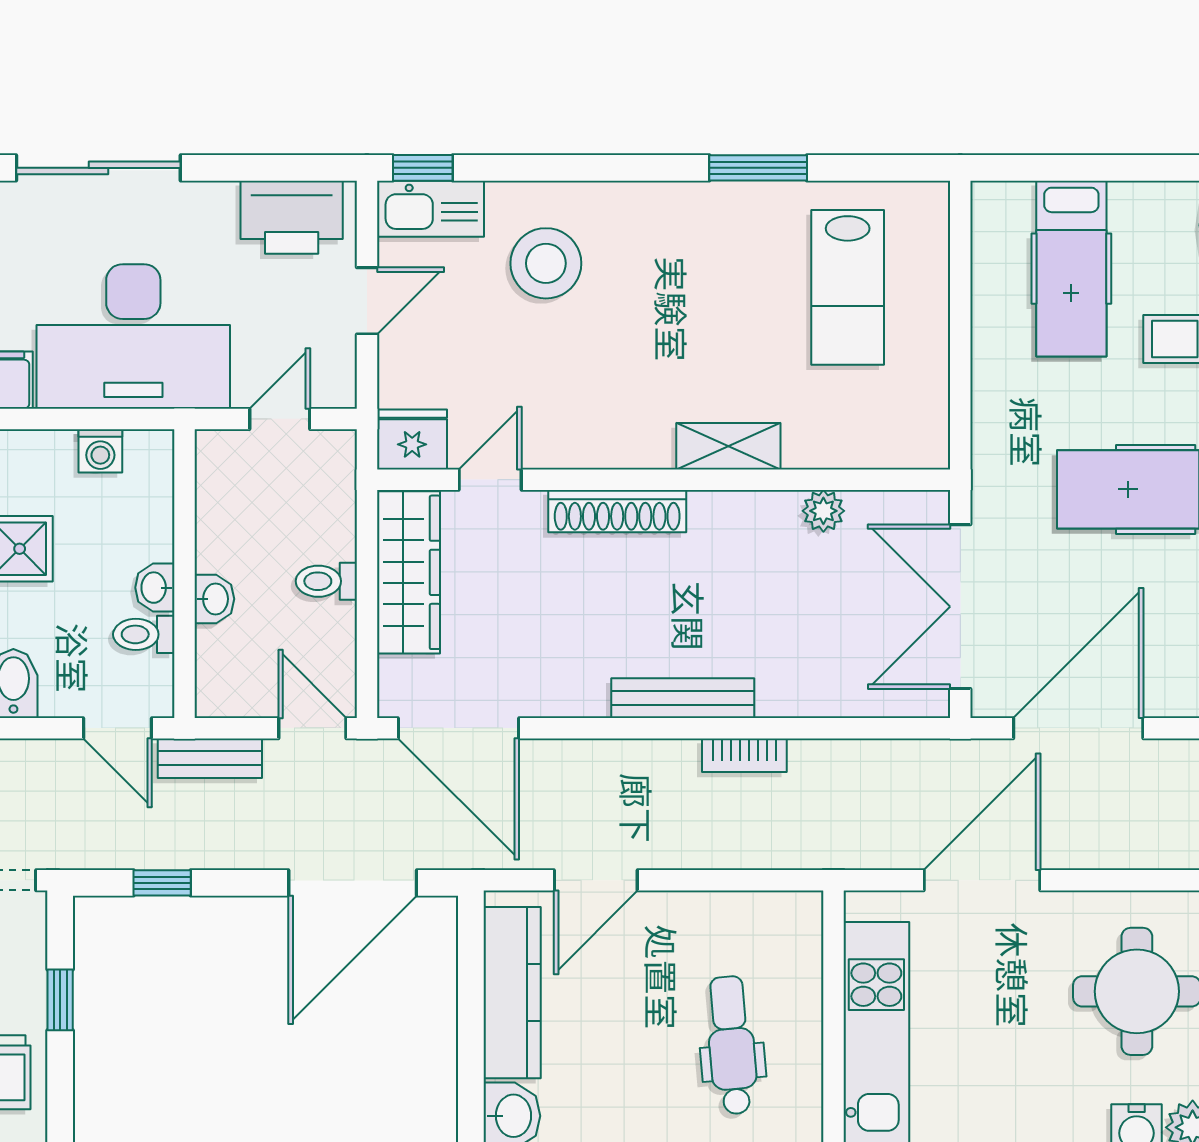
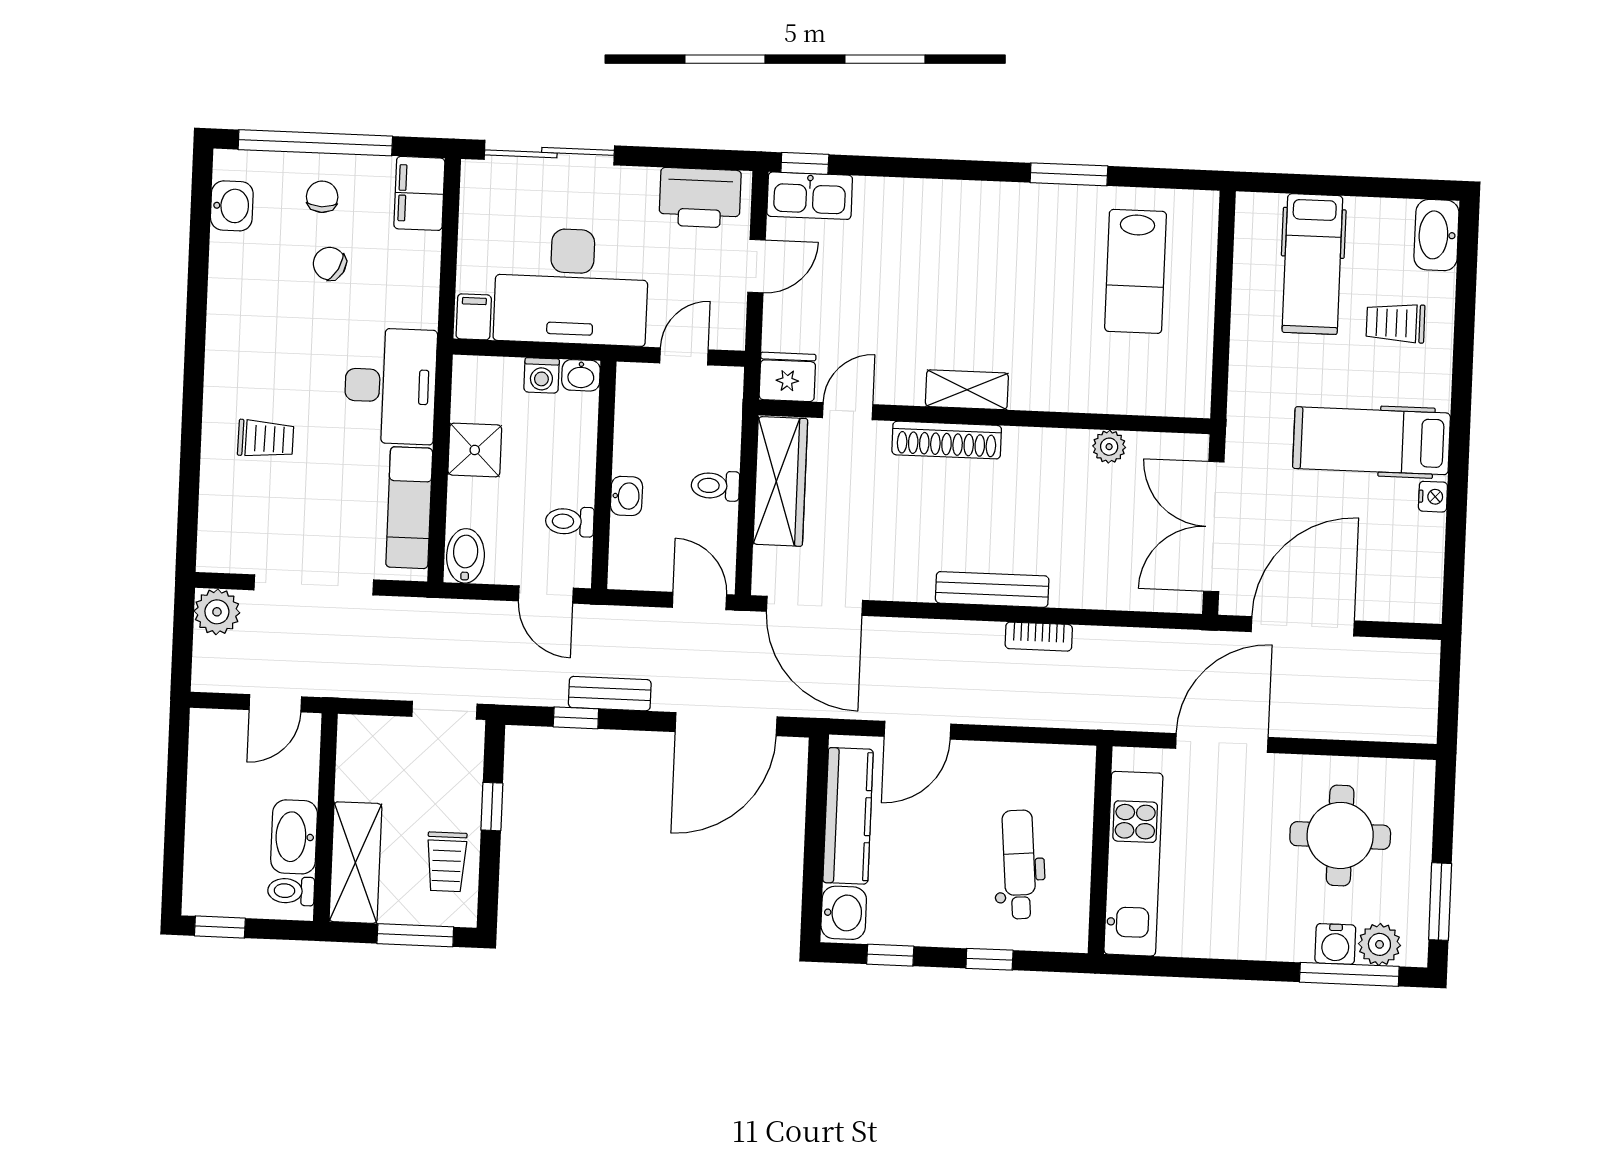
stool: (546, 263) -> (899, 243), removed
shelving: (728, 446) -> (967, 390), moved
washbasin: (155, 588) -> (581, 375), moved, turned -90
bench: (210, 758) -> (610, 694), moved

